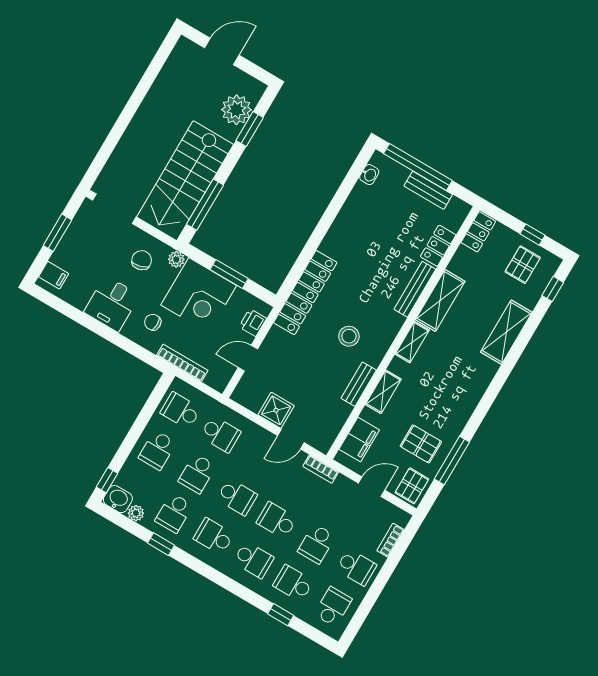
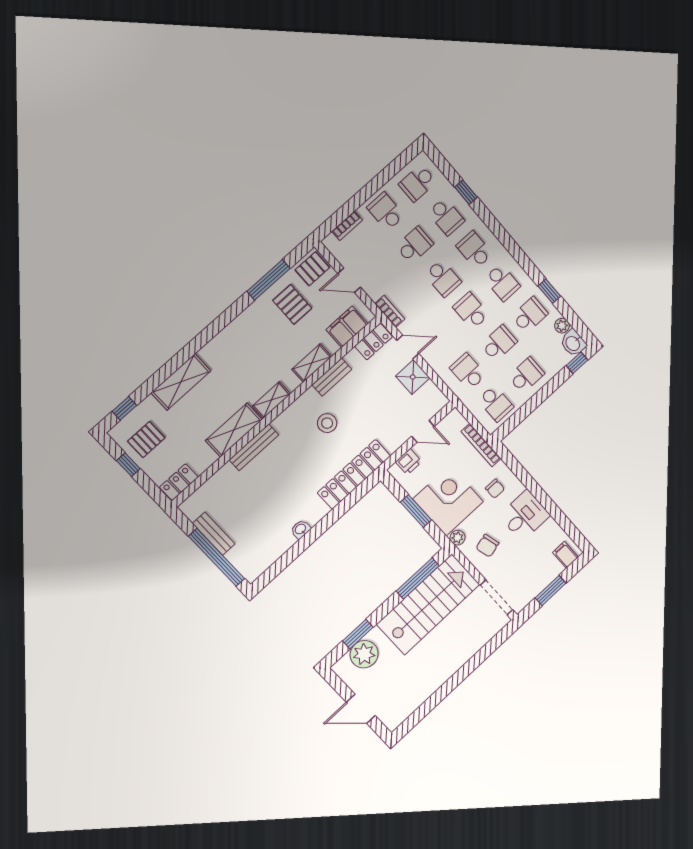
washbasin: (369, 175) -> (301, 529), moved
locker: (438, 246) -> (374, 342), moved

